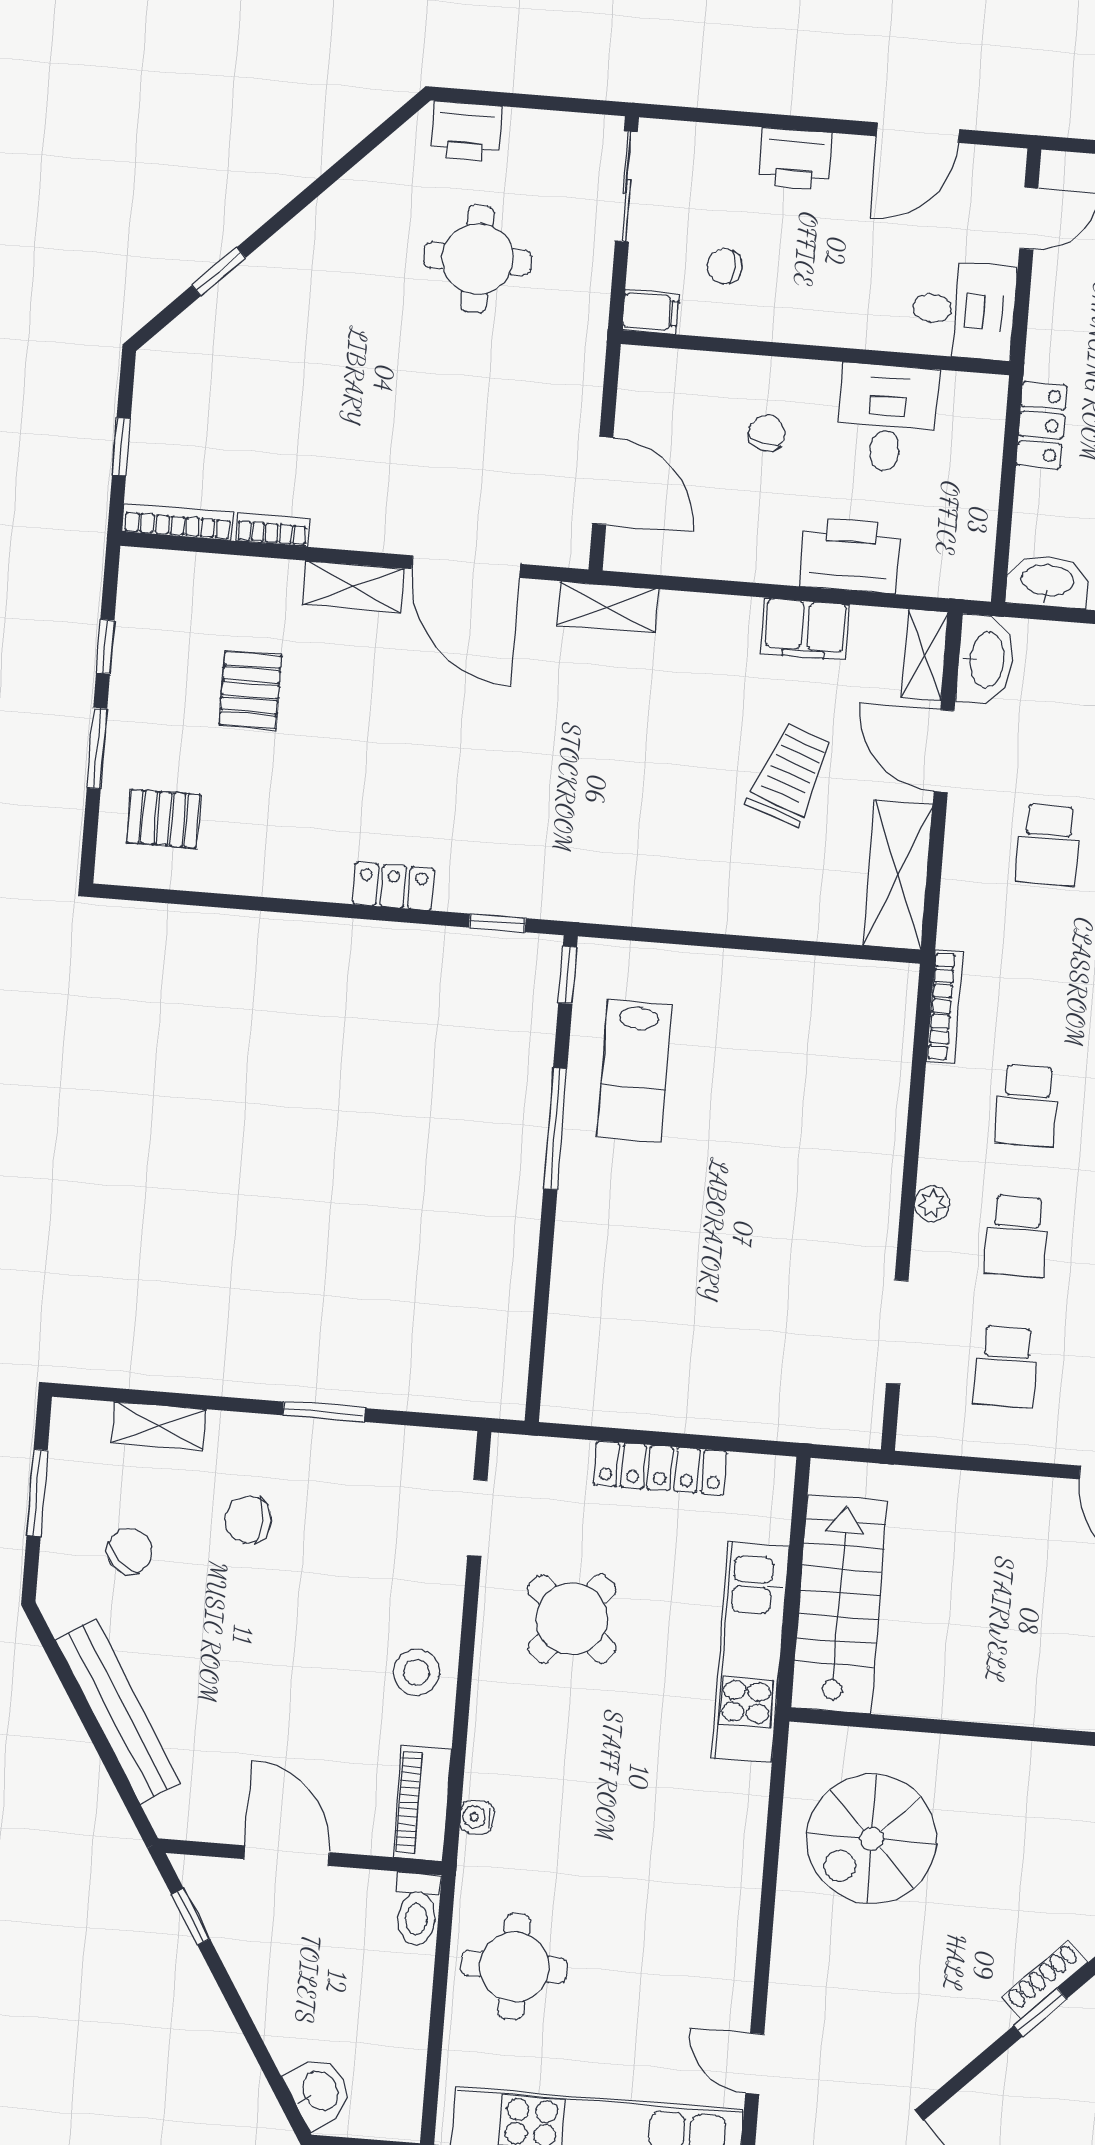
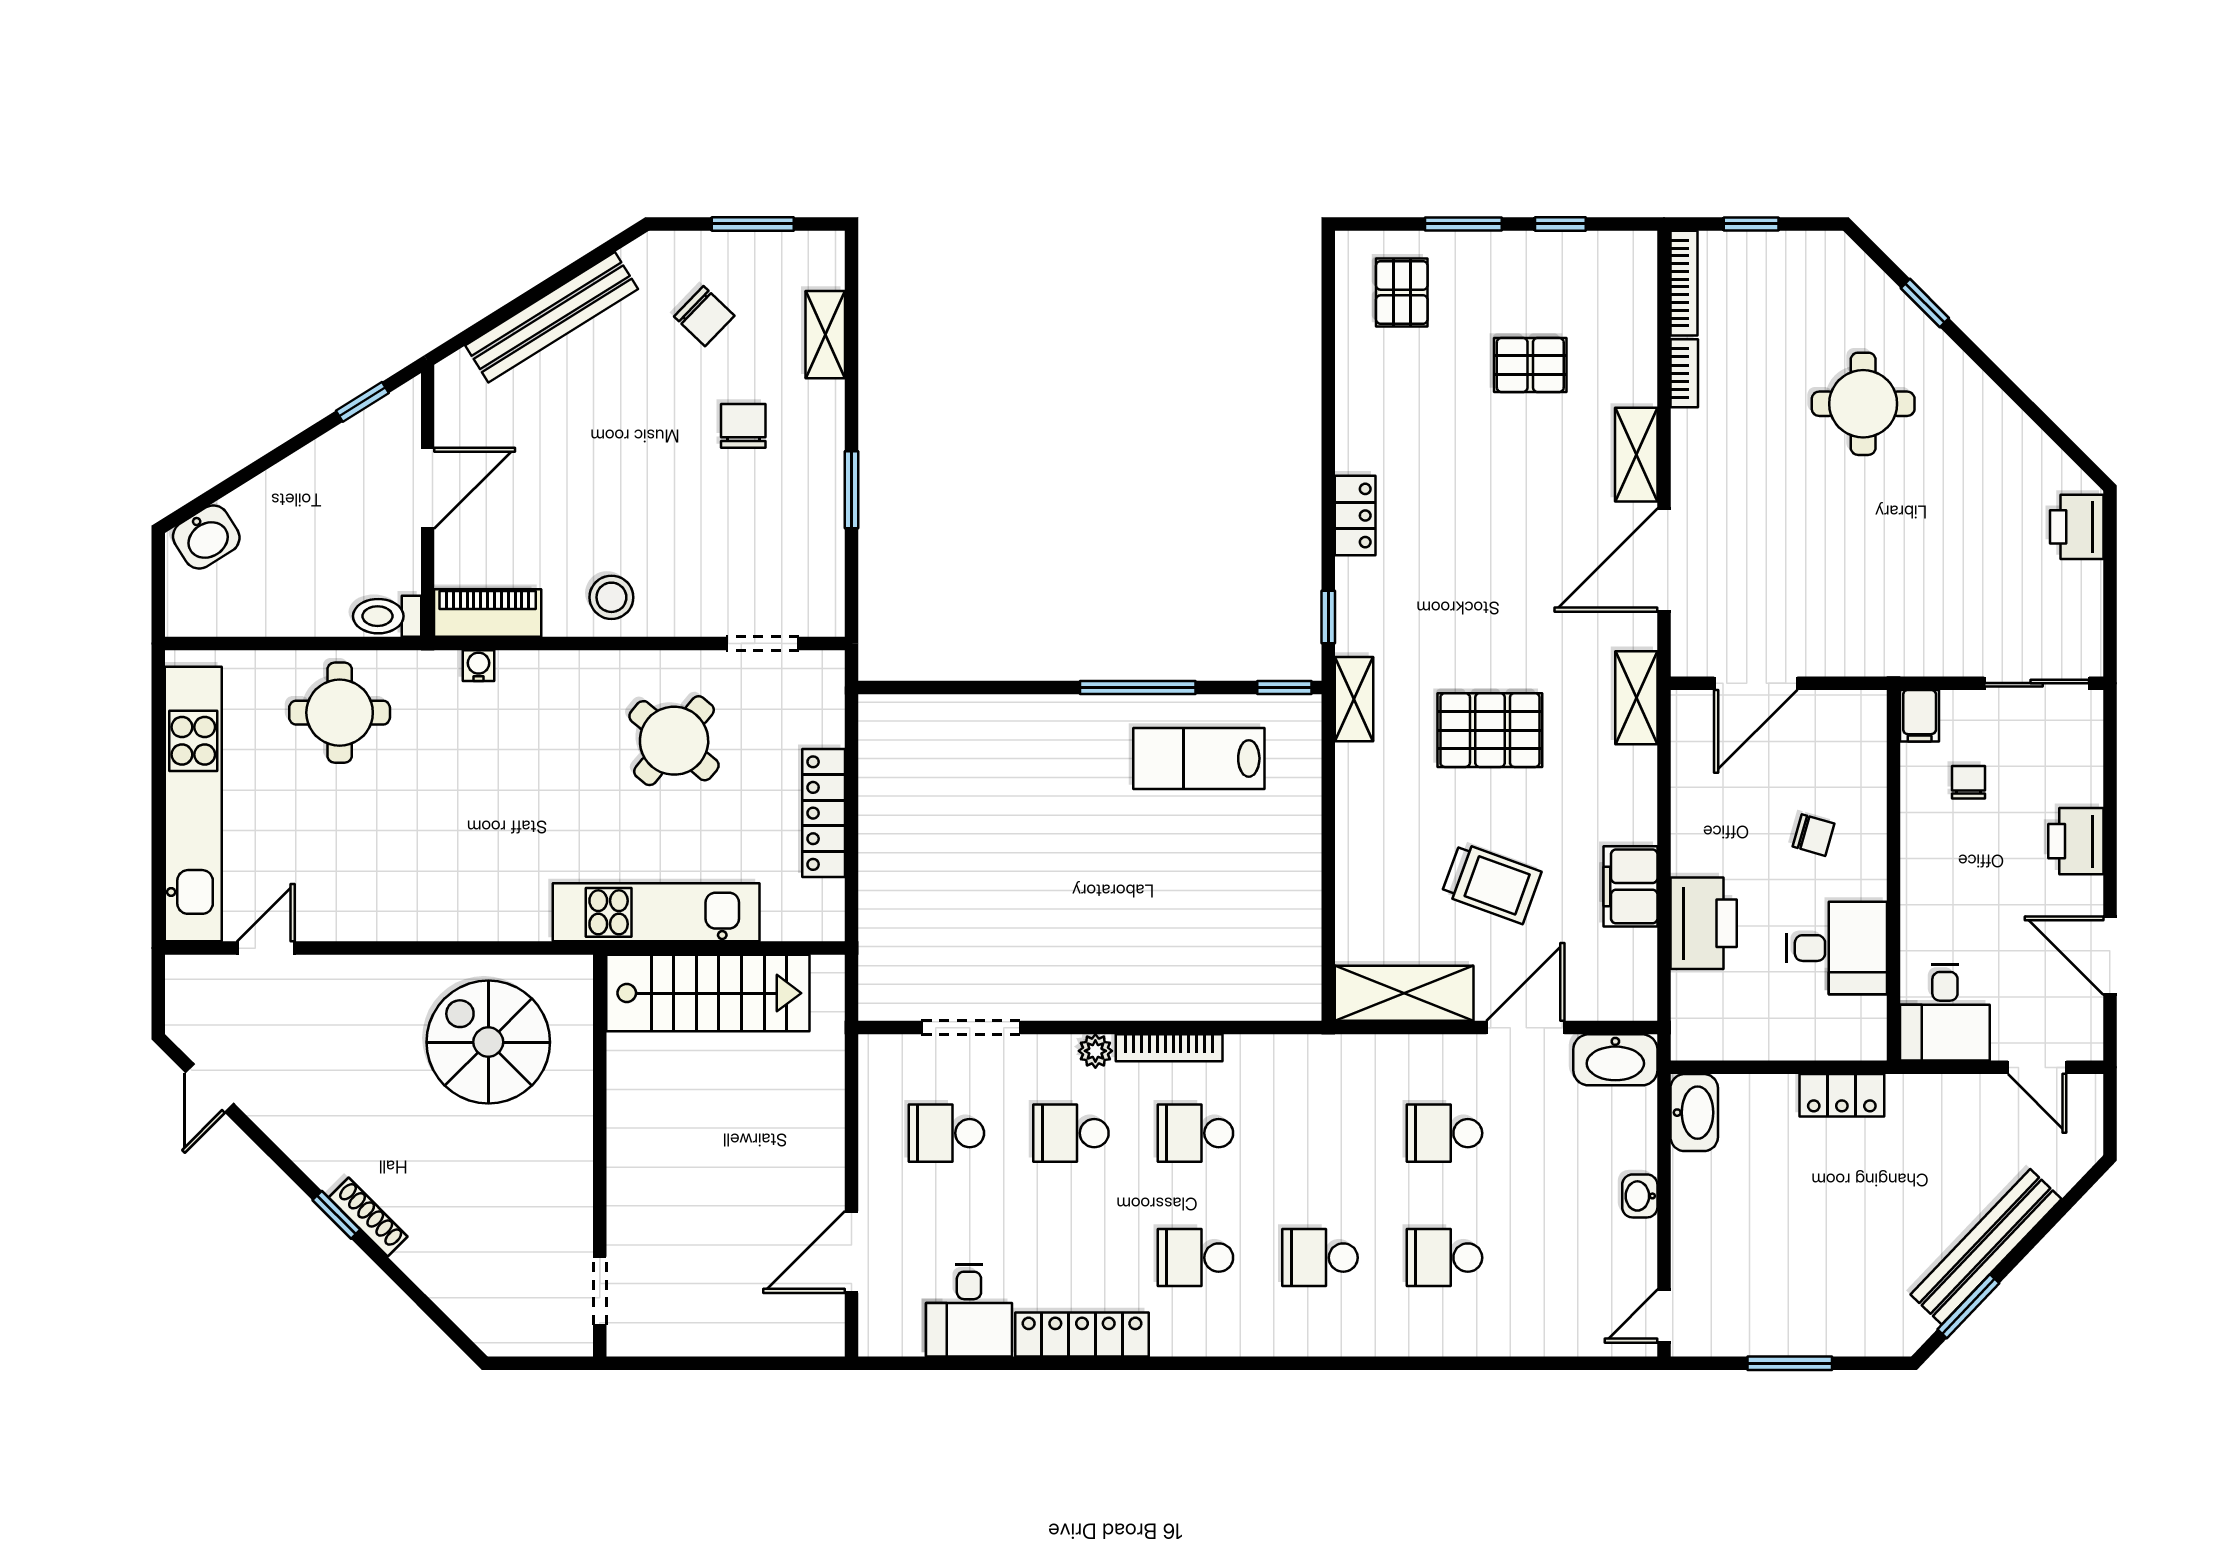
round table: (477, 259) -> (1863, 404), moved
shelving: (925, 655) -> (1354, 699), moved, turned 90
pallet: (629, 763) -> (1490, 730), added
bookcase: (945, 1007) -> (1169, 1048), moved

